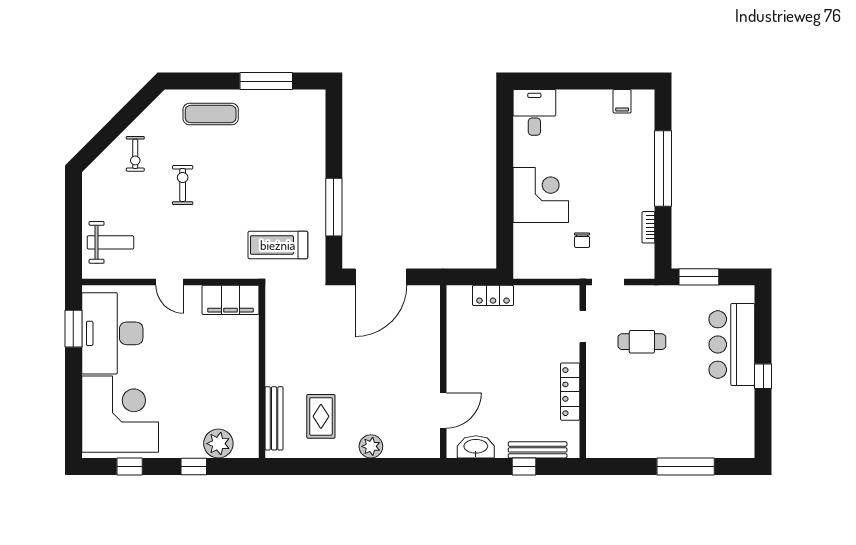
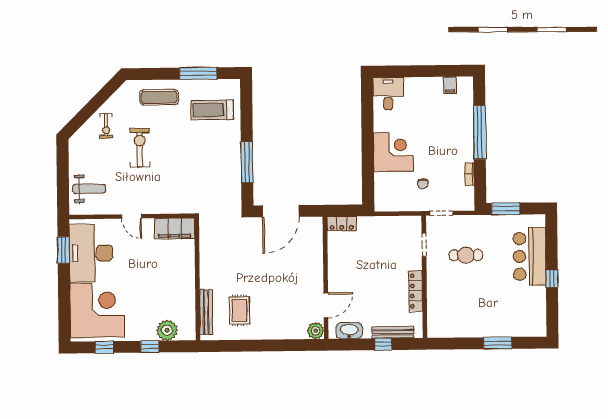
exercise bike: (183, 185) -> (140, 148), width x1.38, depth x1.39
treadmill: (278, 245) -> (212, 110), moved
locker: (493, 295) -> (342, 224), moved
plant: (371, 446) -> (316, 331), moved
window: (686, 466) -> (498, 343), width x0.69

